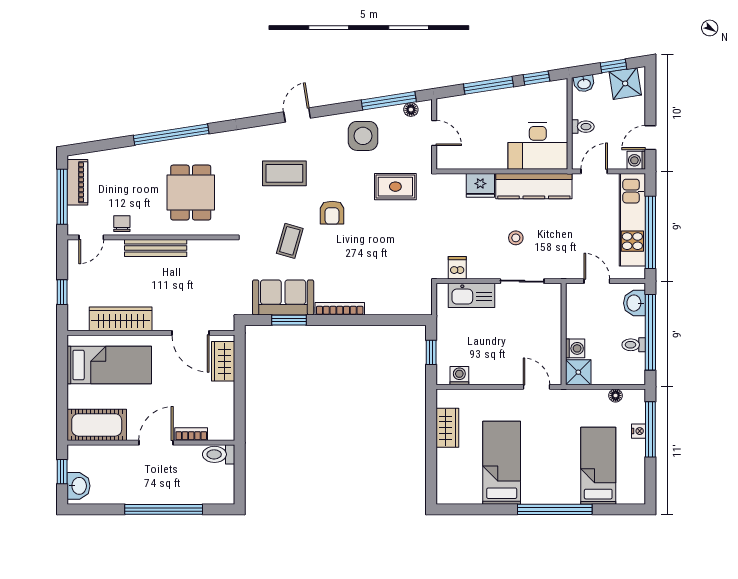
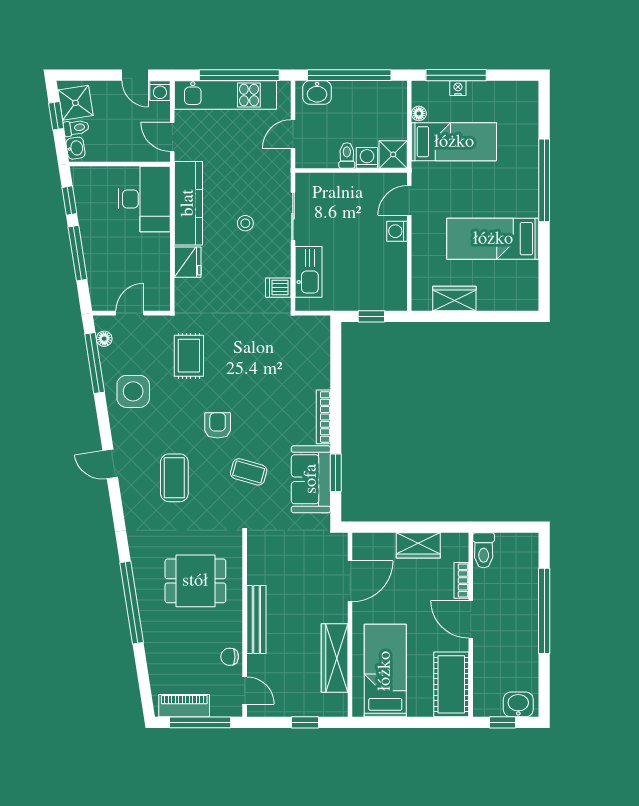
toilet: (583, 127) -> (76, 128), moved, turned 81
armchair: (332, 213) -> (218, 425), turned -90
toilet: (634, 345) -> (347, 155), moved, turned 180
wardrobe: (223, 361) -> (418, 545), moved
washing machine: (459, 376) -> (397, 231), moved
bed: (598, 466) -> (454, 142), moved, turned 180

